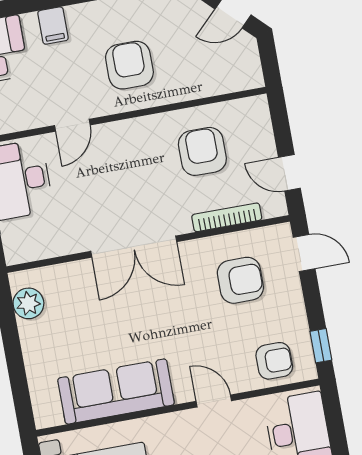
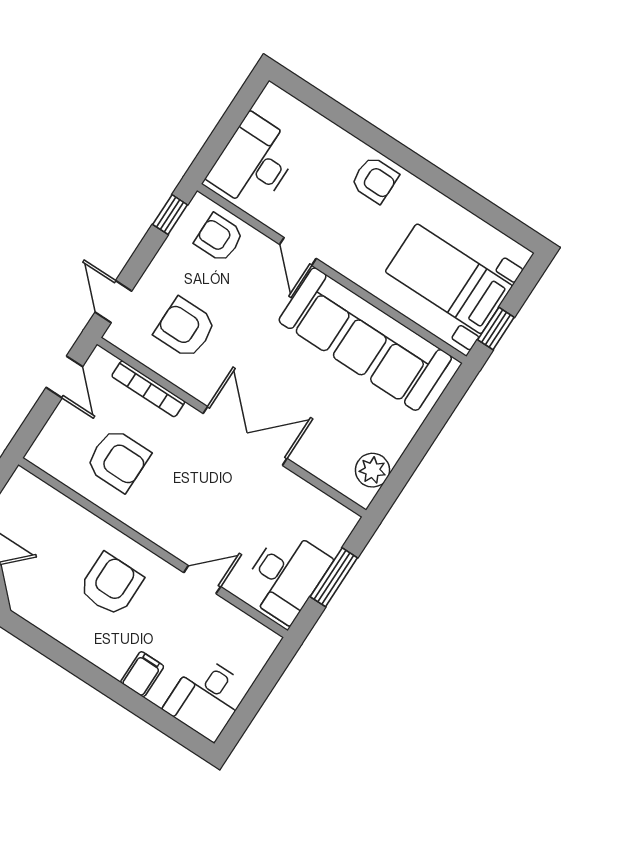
armchair: (129, 65) -> (111, 585), turned 180
armchair: (202, 151) -> (118, 460), turned -90
sofa: (116, 392) -> (365, 339), width x1.36, depth x1.27

